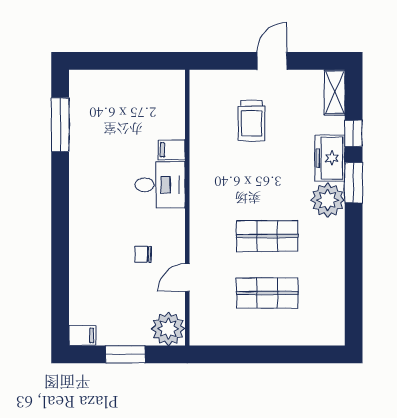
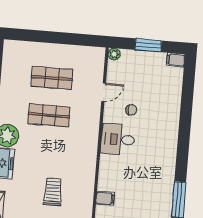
filing cabinet: (172, 150) -> (105, 198), moved
desk: (160, 185) -> (118, 139), moved
plant: (168, 329) -> (114, 54), width x0.53, depth x0.53

